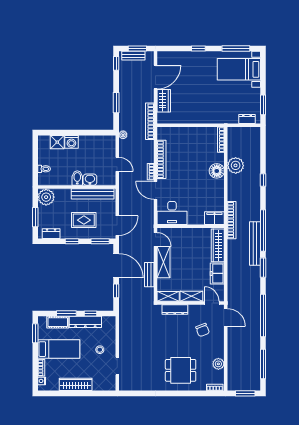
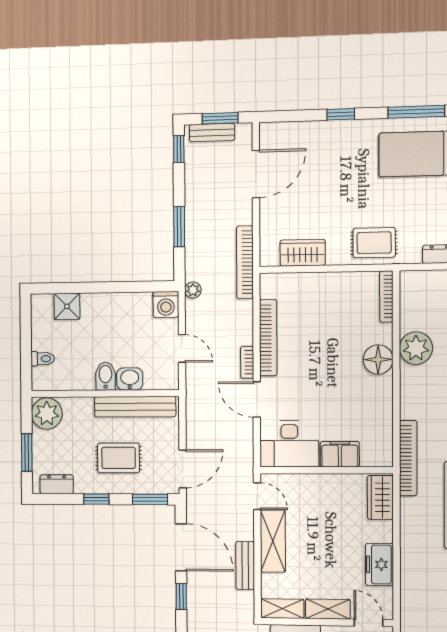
wardrobe: (164, 101) -> (303, 253), moved, turned -90
rug: (215, 113) -> (374, 243), added
washing machine: (71, 142) -> (166, 304), moved
filing cabinet: (214, 218) -> (340, 454), moved
wardrobe: (218, 245) -> (380, 497), width x0.67

